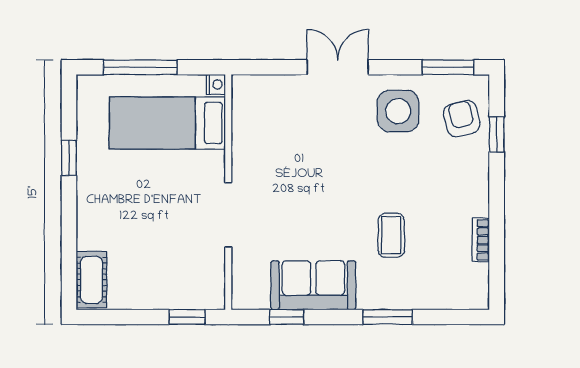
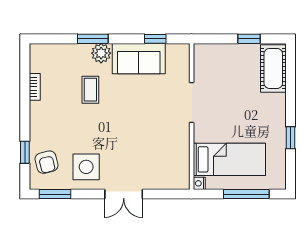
cot: (92, 280) -> (273, 68), width x1.37, depth x1.34
plant: (374, 294) -> (101, 53), added
window: (187, 317) -> (249, 39), moved

